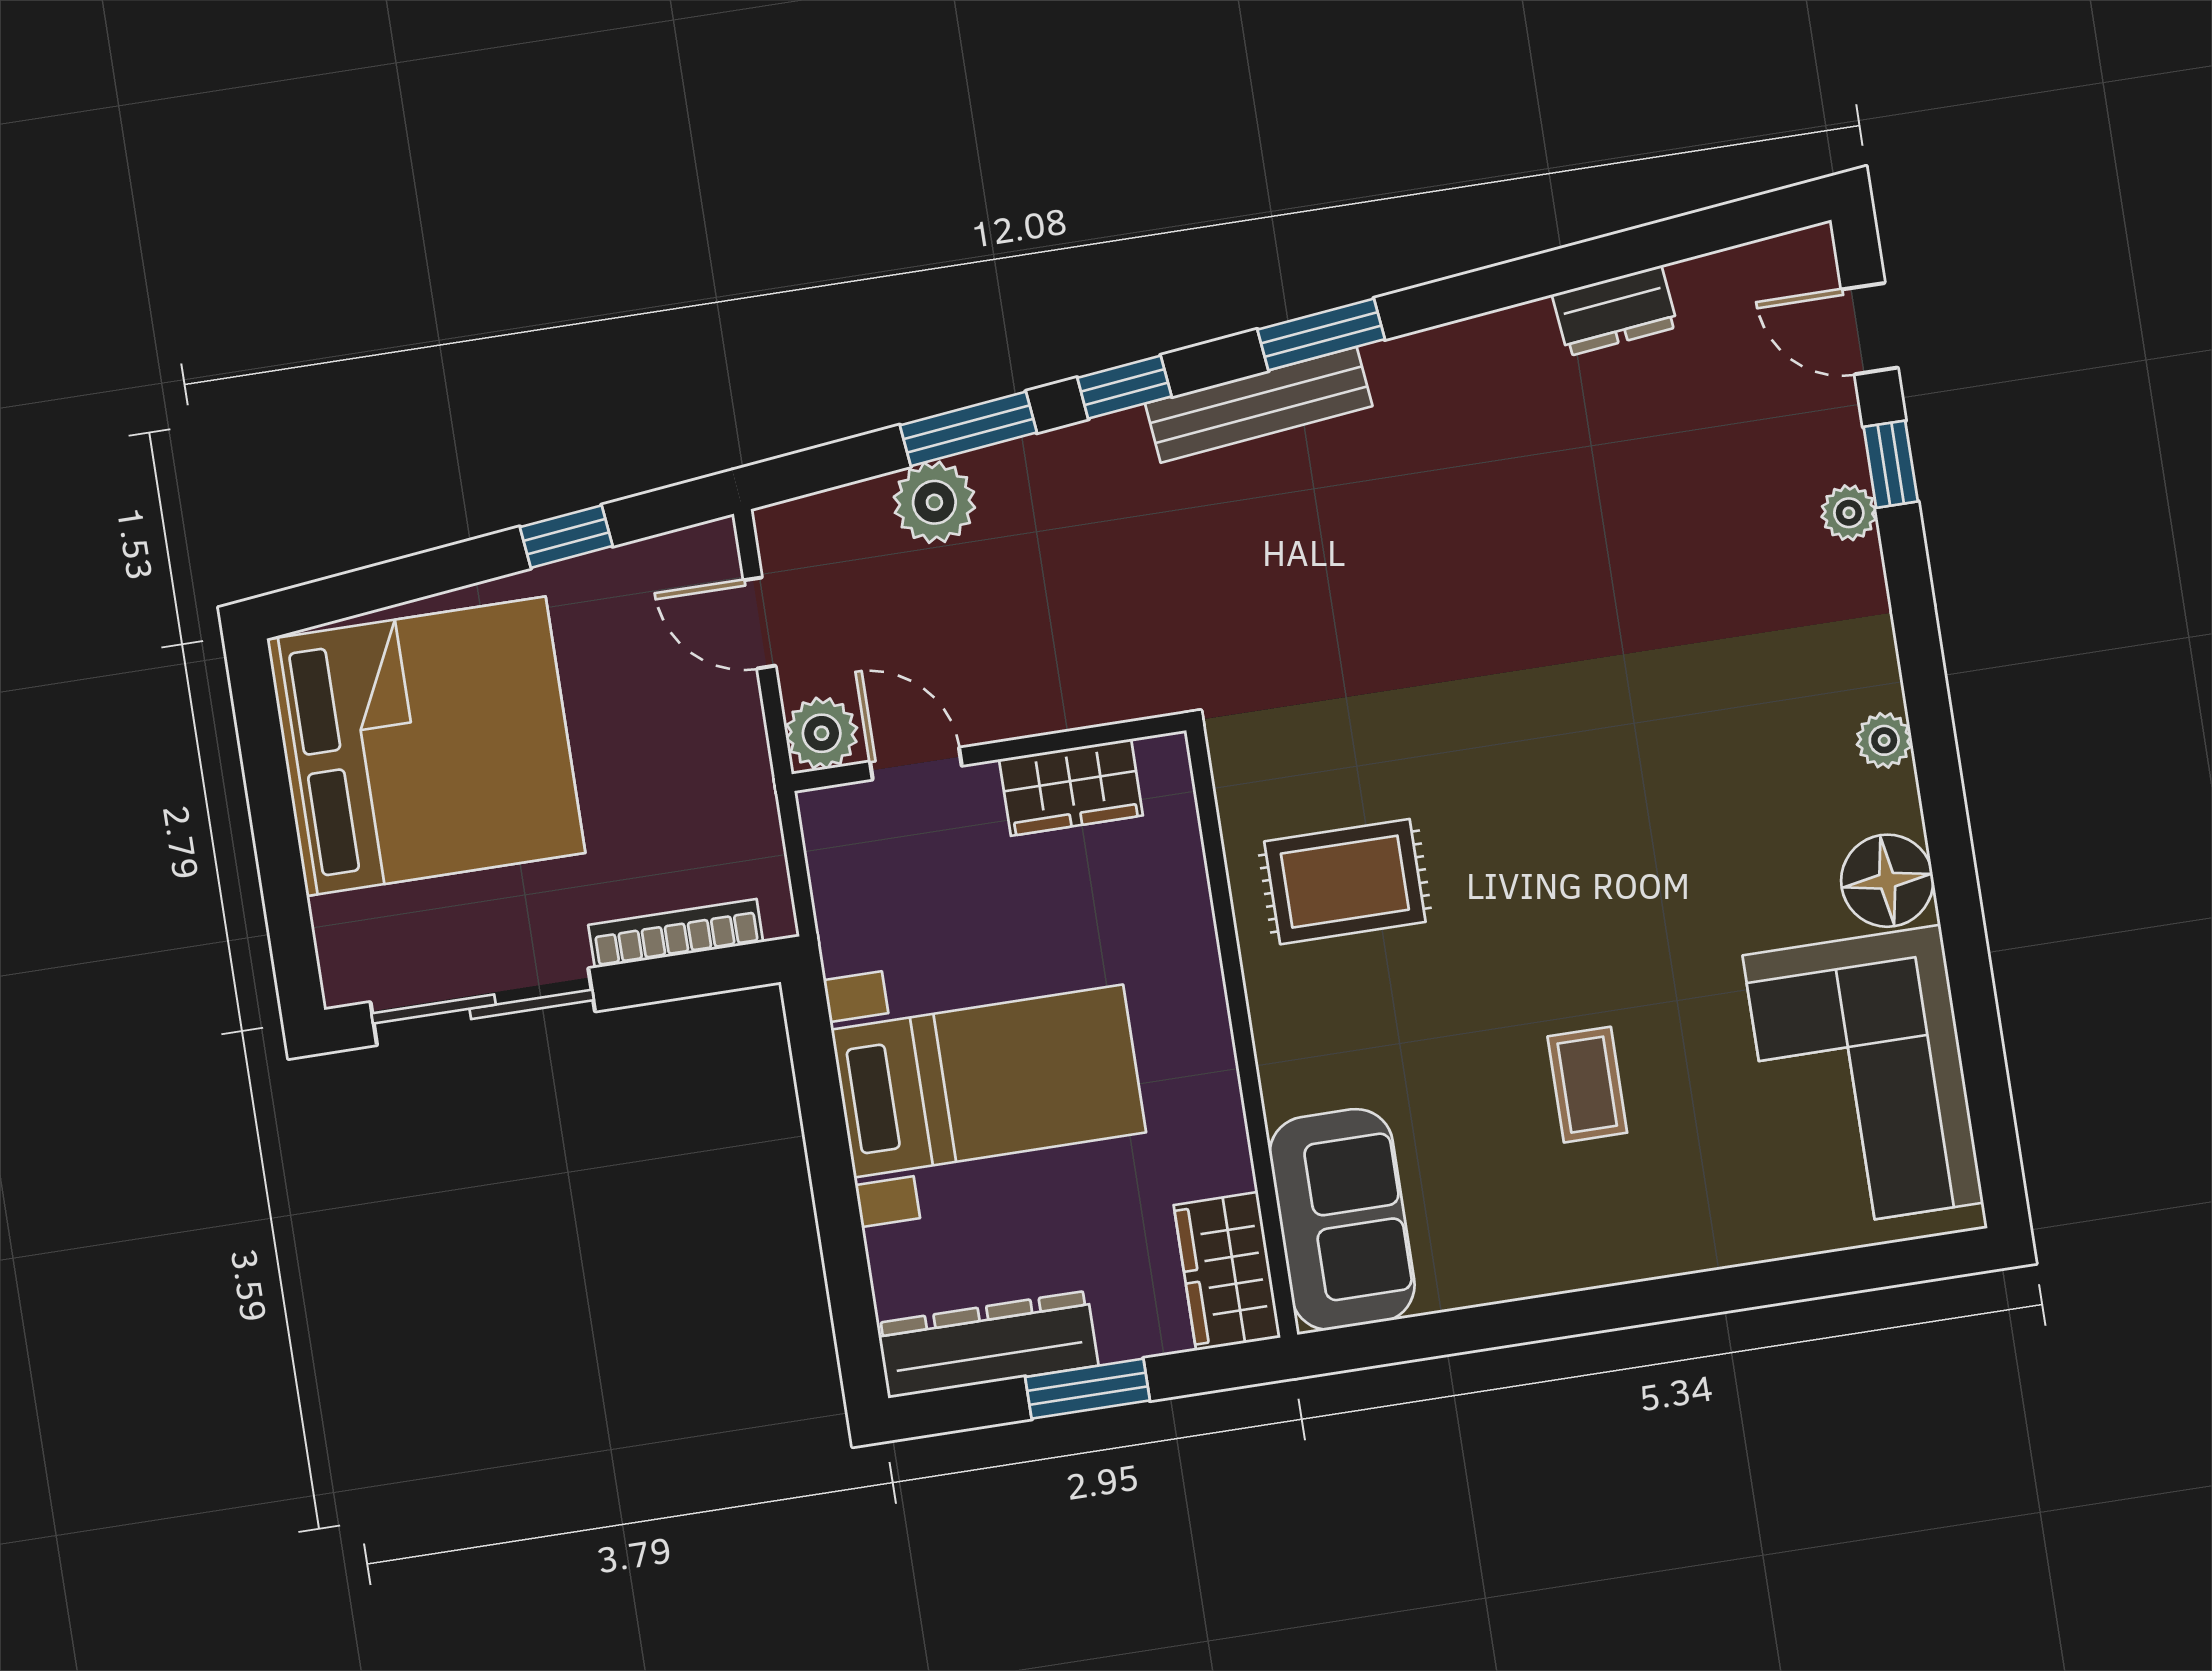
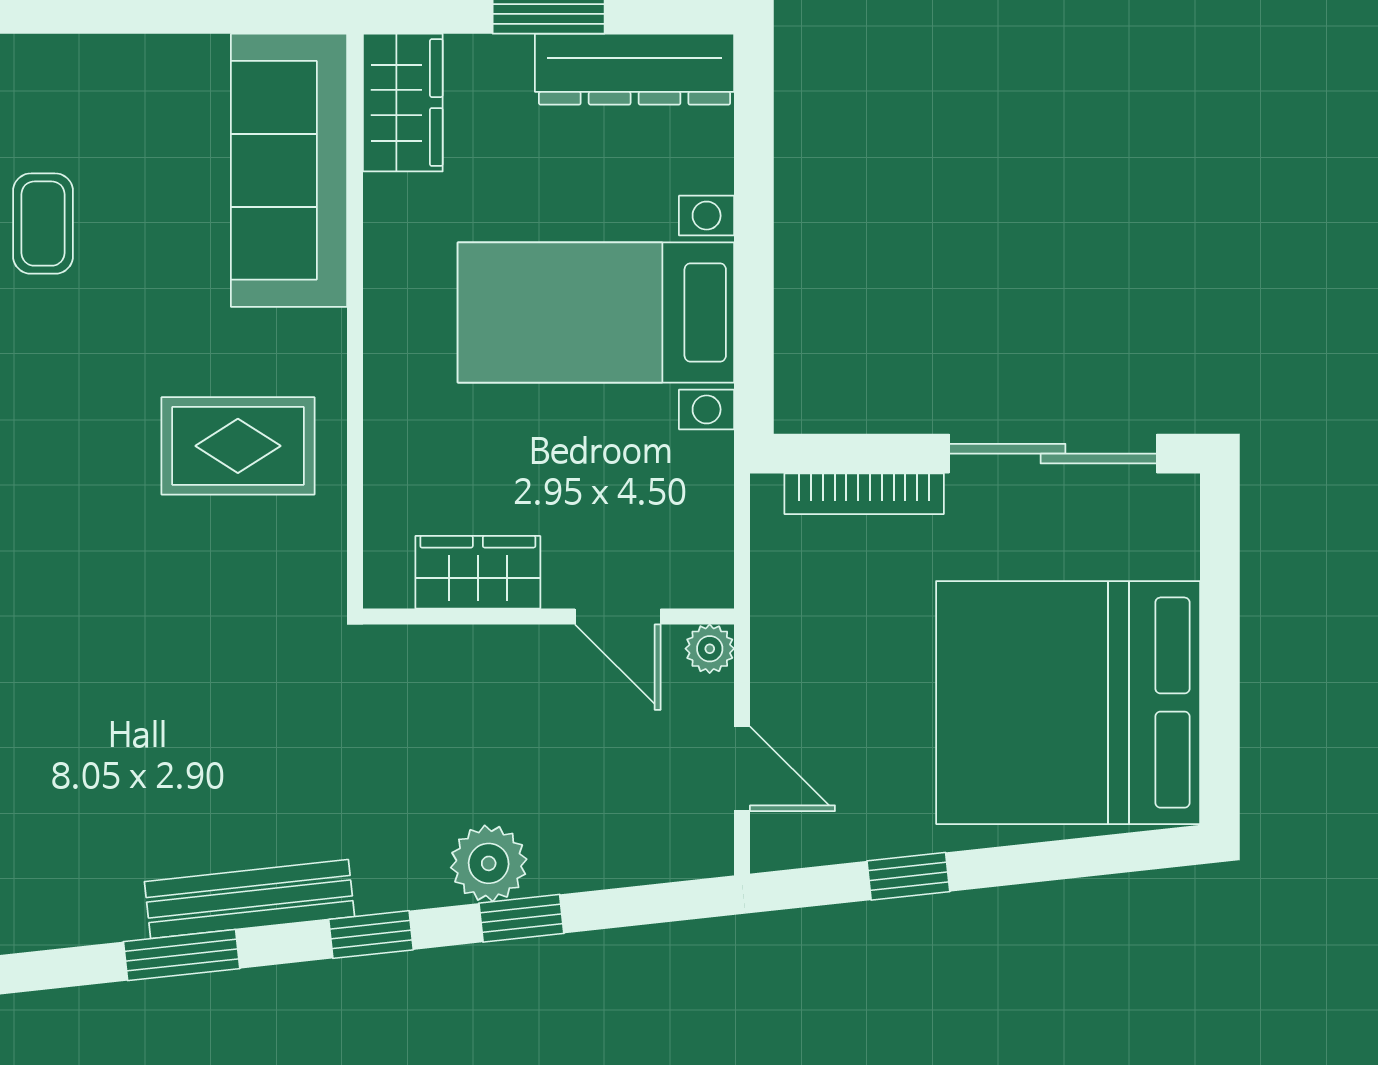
window: (968, 429) -> (521, 918), width x0.67
plant: (934, 502) -> (489, 863), moved
plant: (822, 733) -> (710, 649), width x0.73, depth x0.73
sofa: (1342, 1219) -> (289, 170), width x1.36

